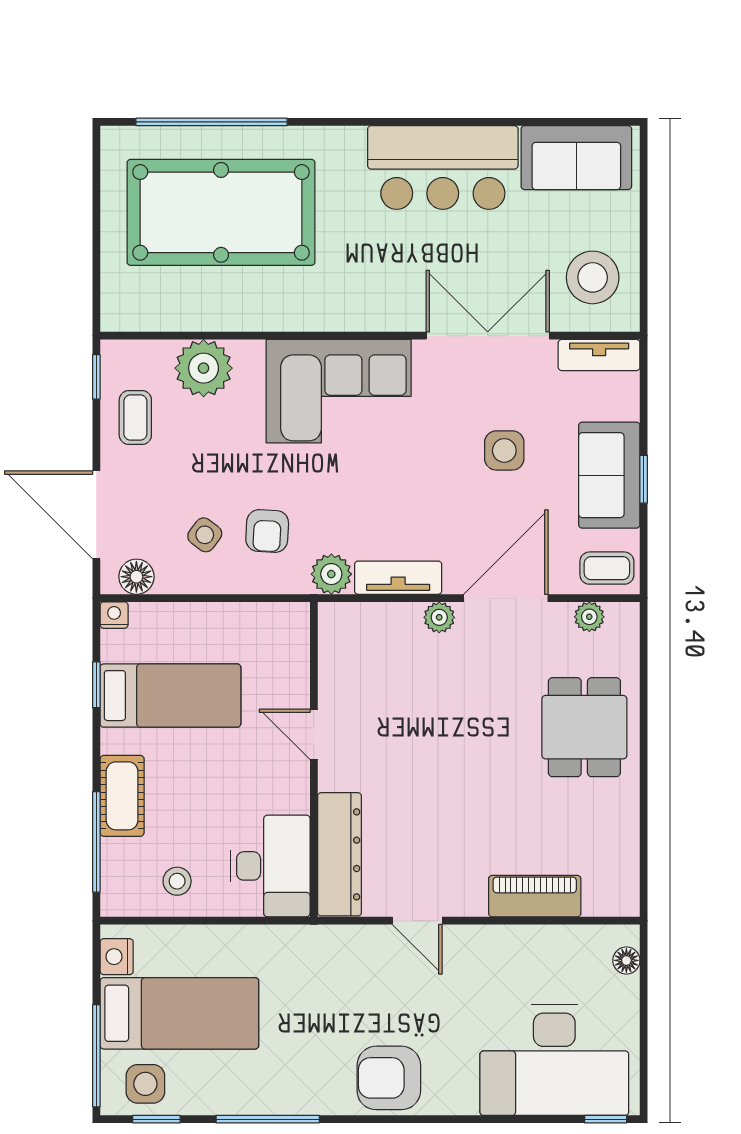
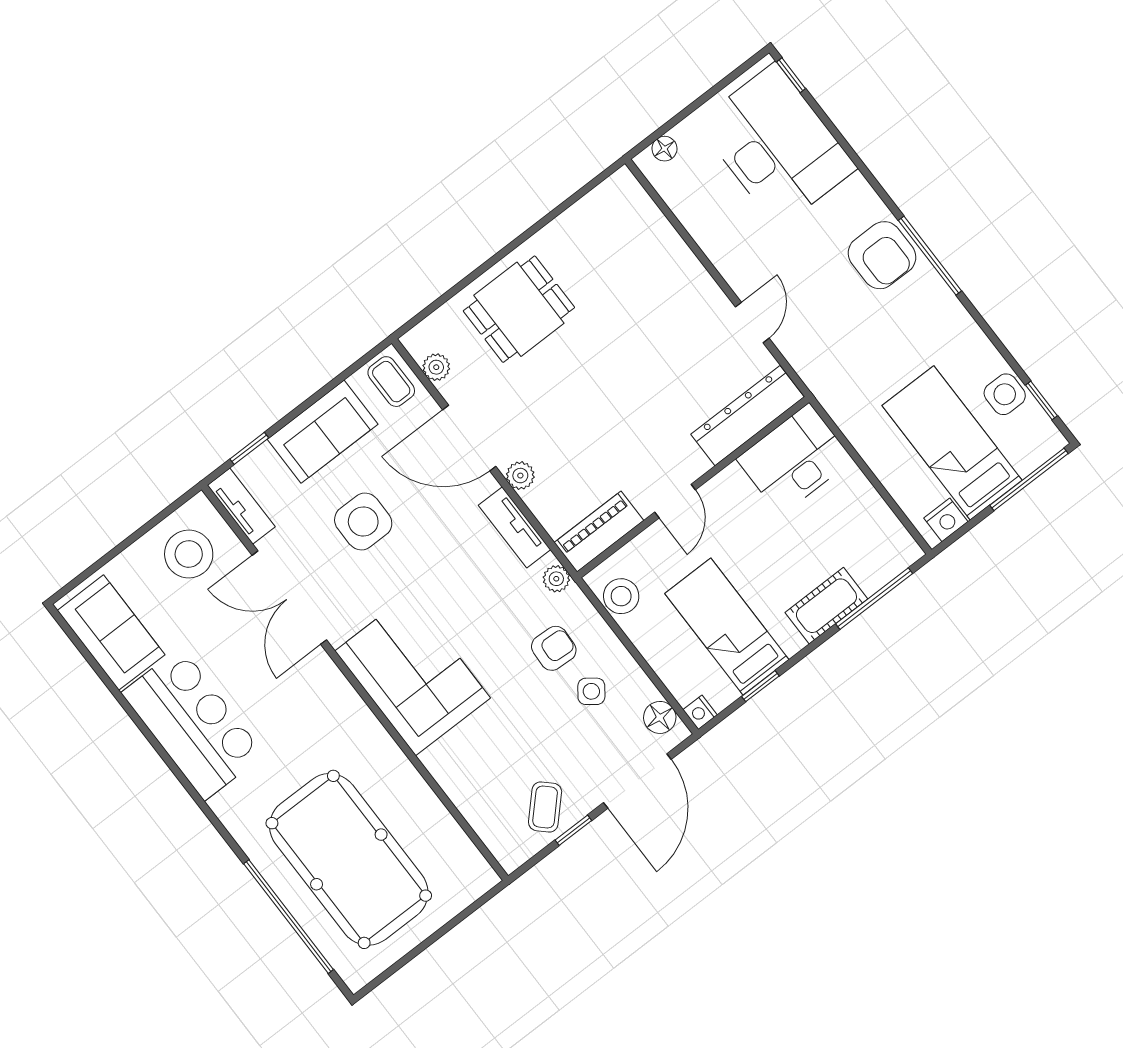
plant: (204, 368) -> (471, 785), removed
window: (96, 377) -> (573, 830), moved
coffee table: (135, 418) -> (545, 807), turned -46
side table: (504, 450) -> (363, 522), width x1.37, depth x1.37
window: (644, 479) -> (249, 448), moved
plant: (331, 574) -> (556, 579), width x0.73, depth x0.73
stool: (177, 881) -> (621, 596), moved, width x1.37, depth x1.37
piano: (535, 896) -> (599, 532), moved, turned 90
side table: (145, 1084) -> (1005, 394), moved
window: (268, 1119) -> (930, 256), moved

